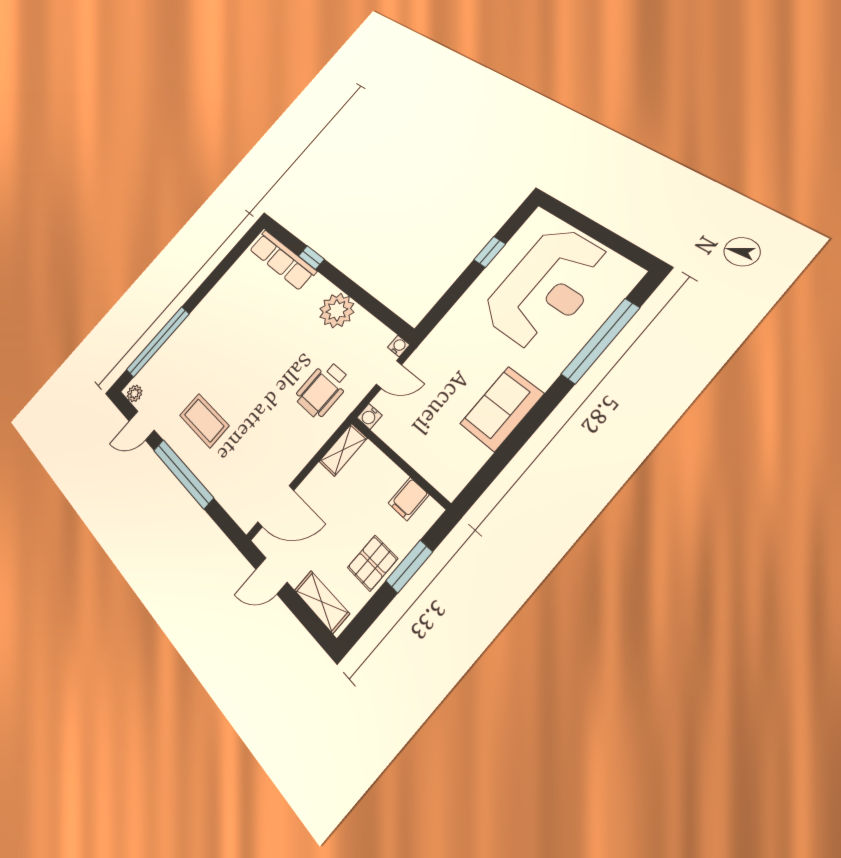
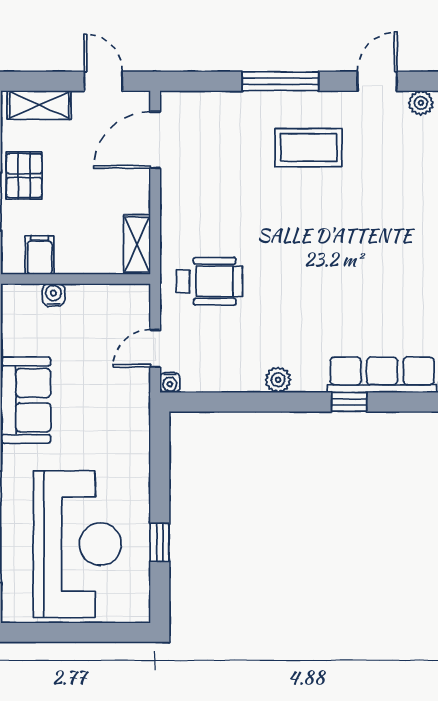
reception desk: (546, 287) -> (77, 544), turned 180
plant: (337, 310) -> (278, 380), width x0.53, depth x0.53
wheelchair: (323, 389) -> (209, 281), turned 90
water cooler: (369, 416) -> (54, 295), moved
window: (183, 474) -> (280, 81), width x0.68
door: (271, 576) -> (103, 81), hinge flipped

